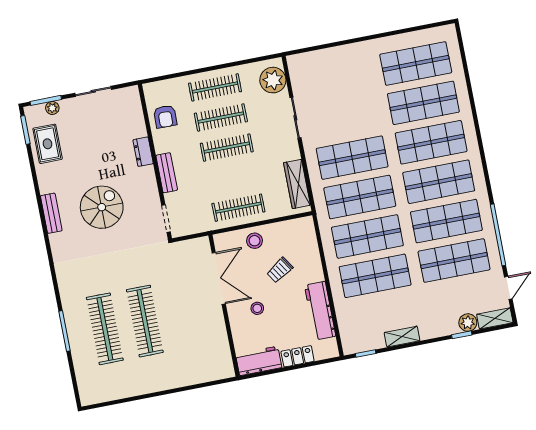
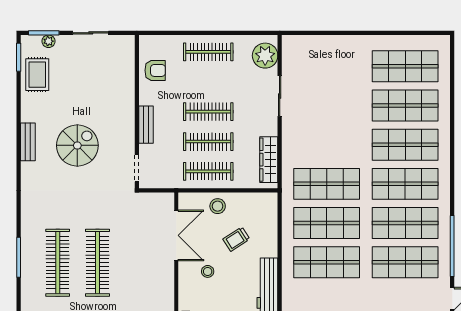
armchair: (165, 117) -> (155, 70), turned -91
clothes rail: (221, 117) -> (208, 142), moved
dresser: (143, 152) -> (127, 100), removed
shop shelf: (352, 158) -> (327, 145), removed

